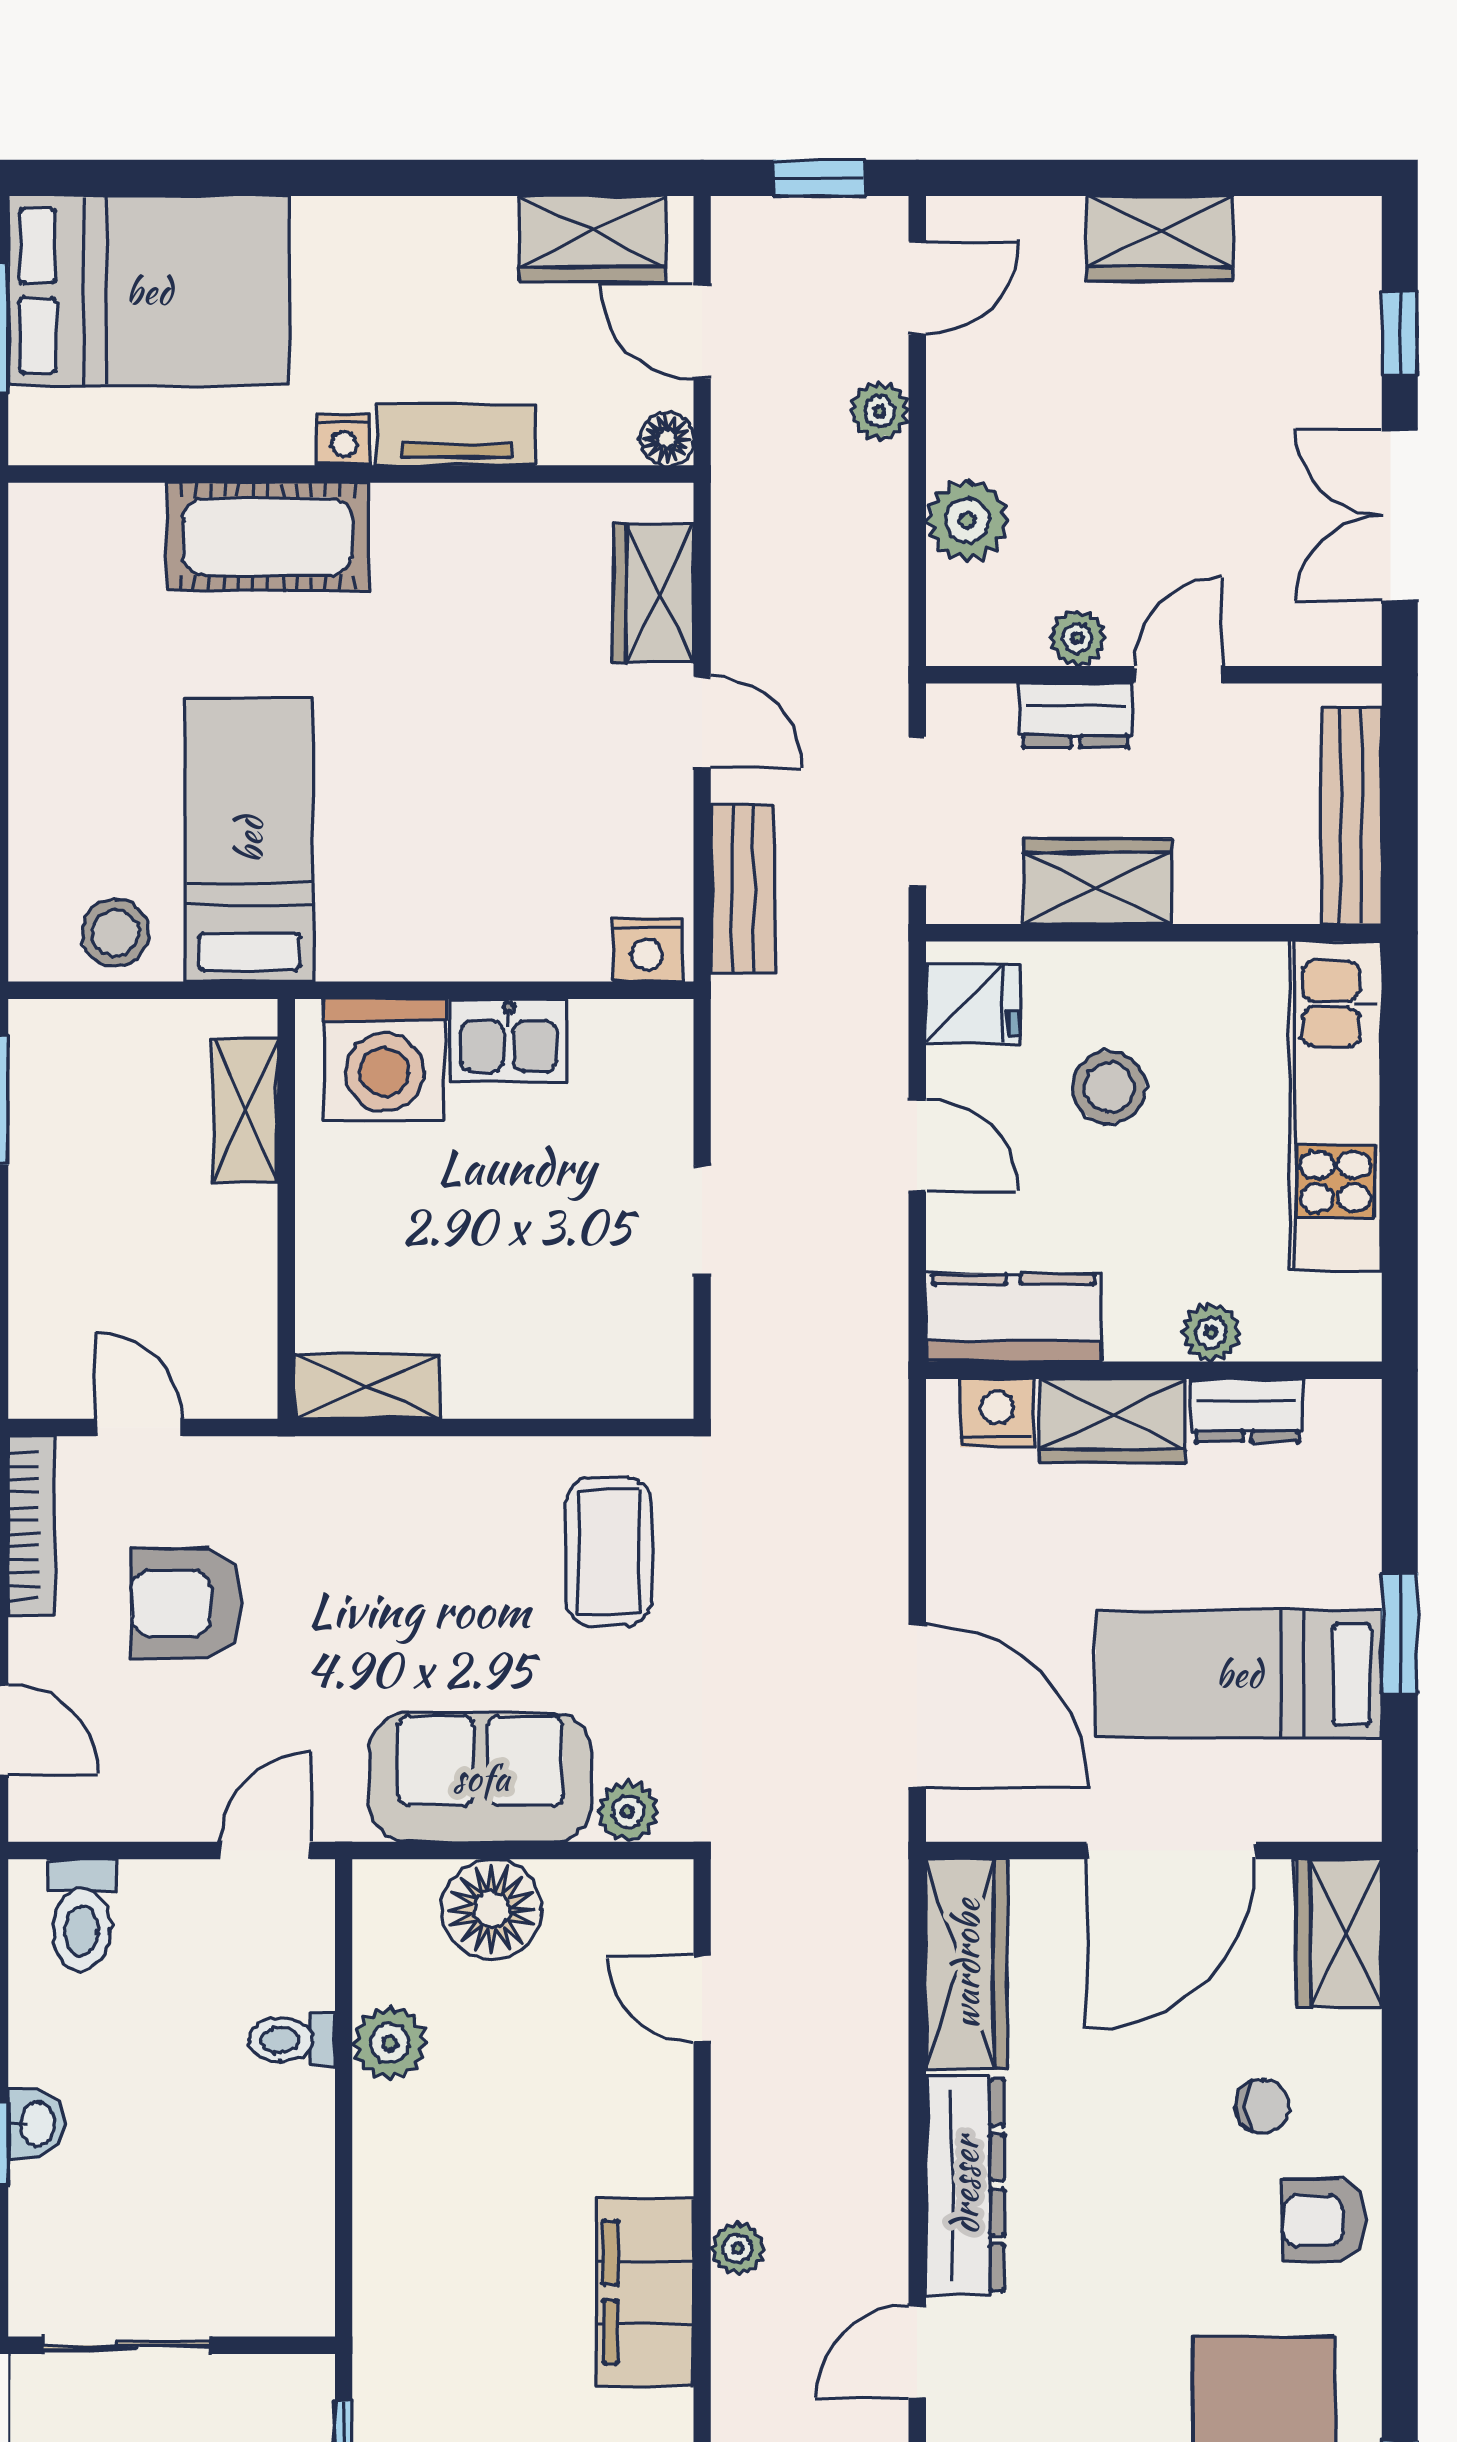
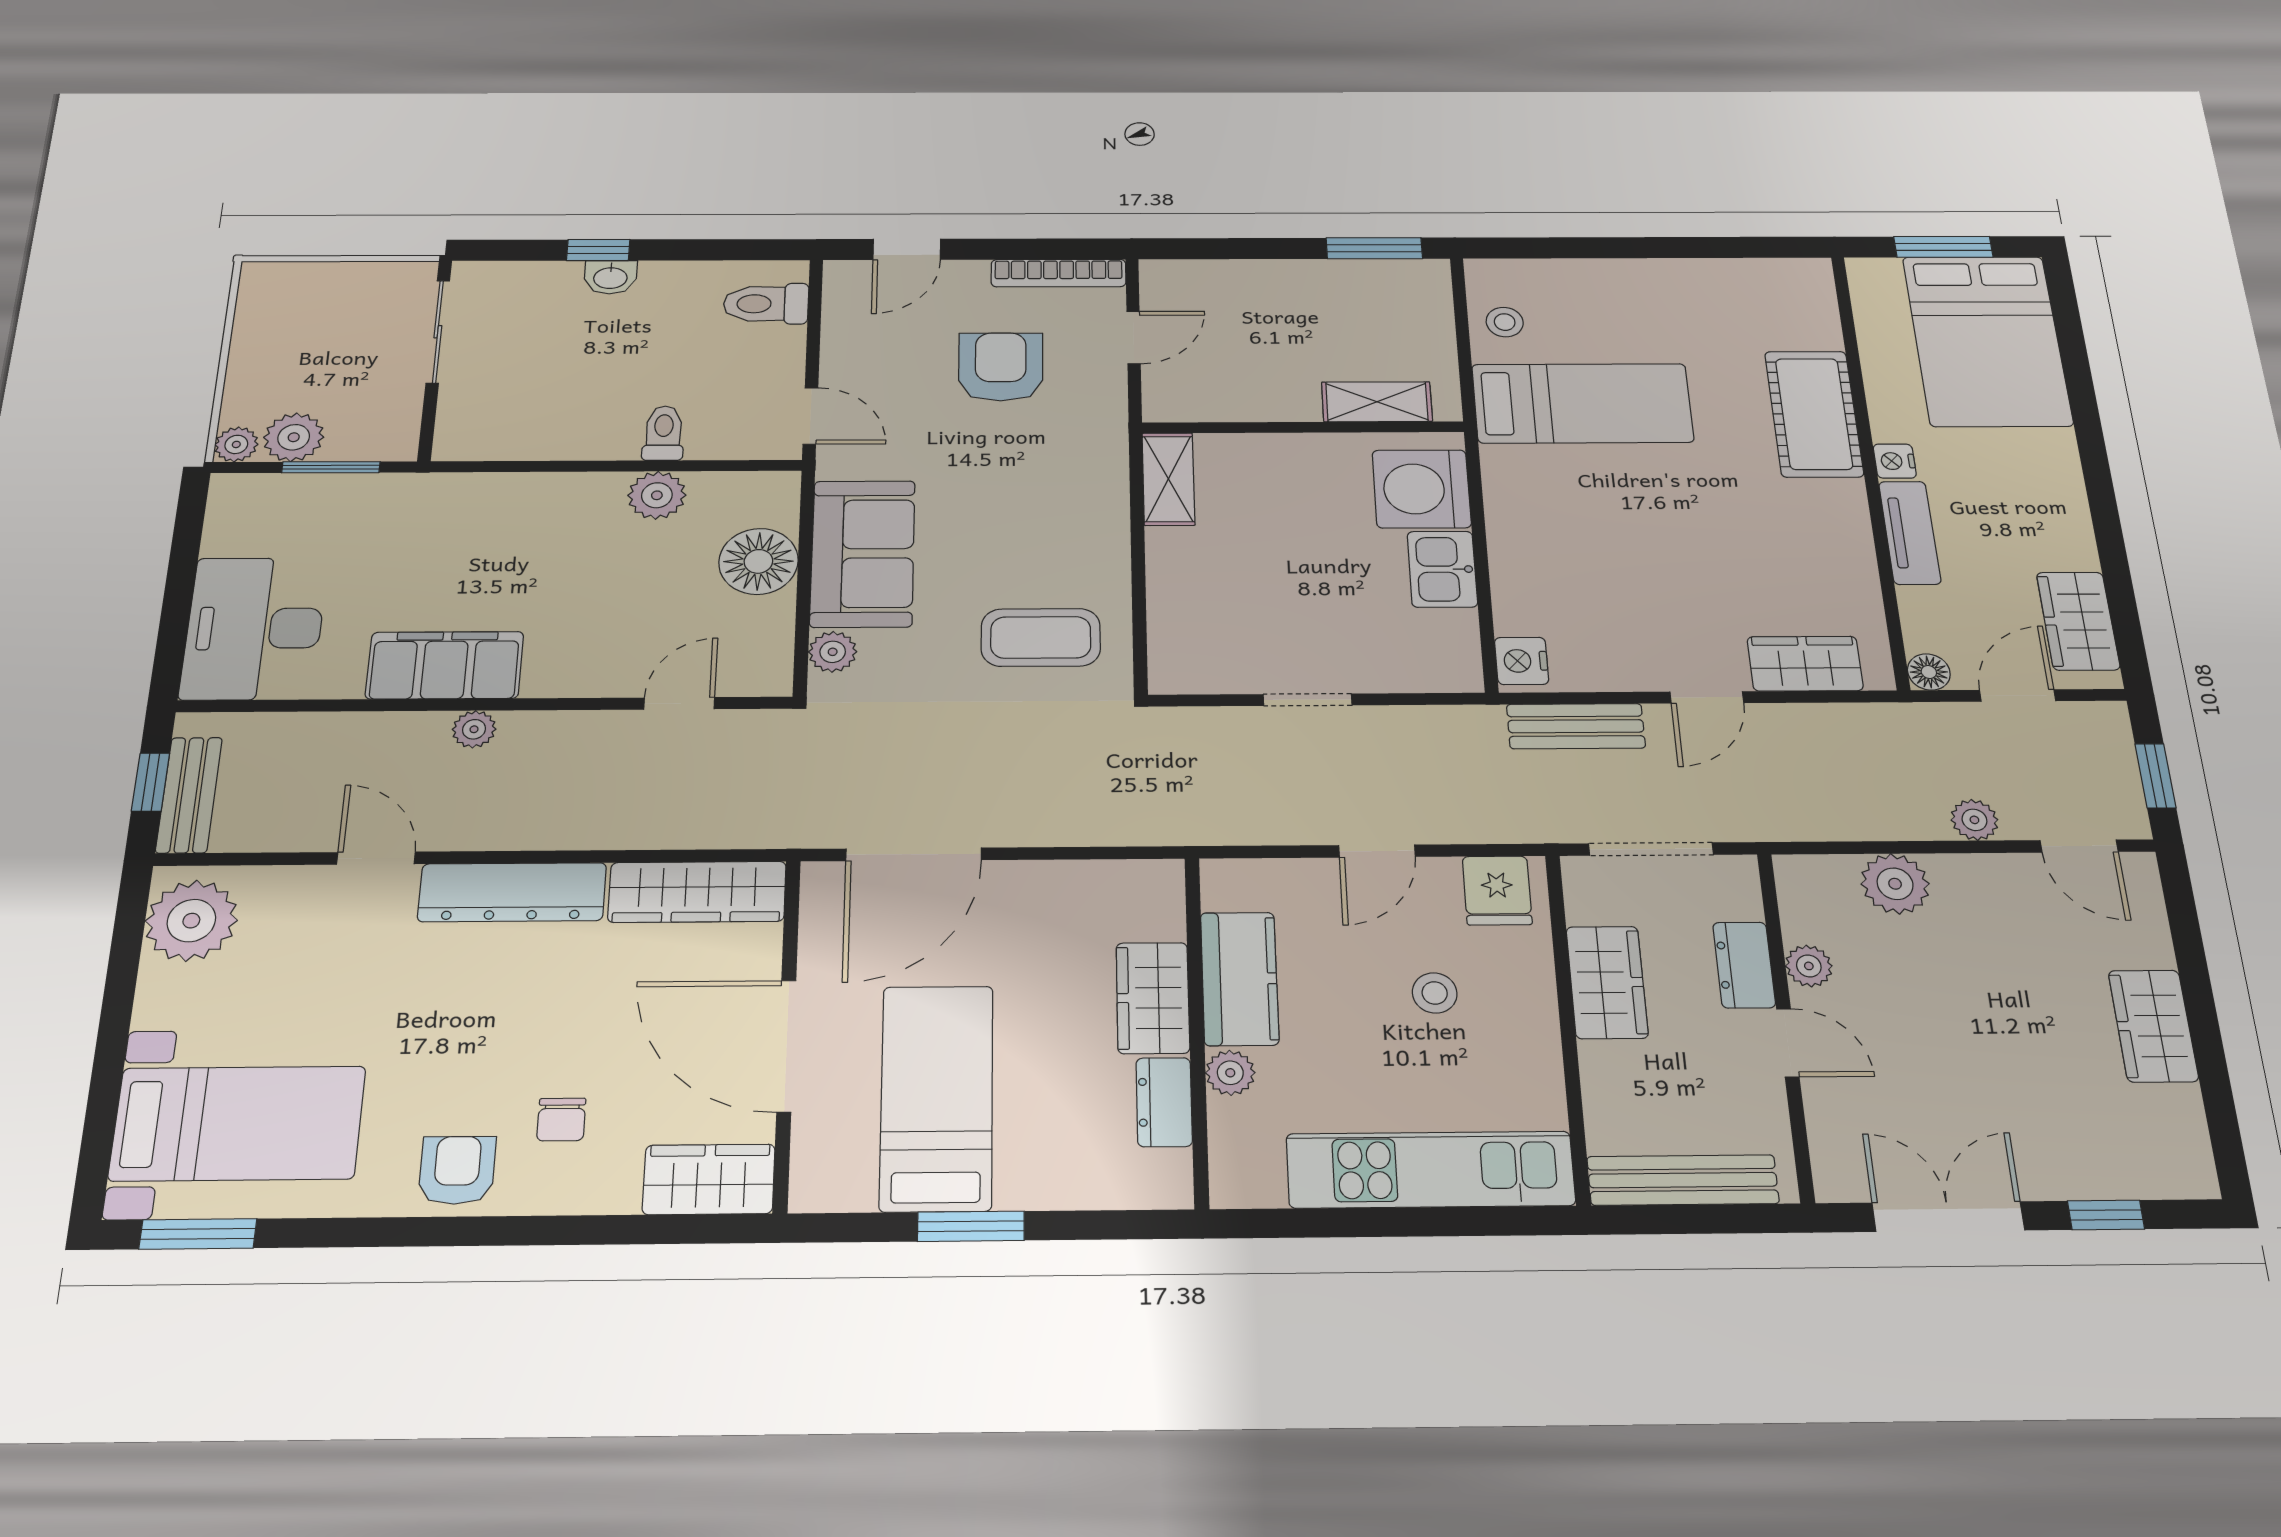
stool: (115, 933) -> (1505, 322), width x0.73, depth x0.73
stool: (1109, 1087) -> (1435, 993), width x0.73, depth x0.73
kitchen counter: (1014, 1318) -> (1240, 979), moved
nightstand: (997, 1413) -> (1158, 911), removed

